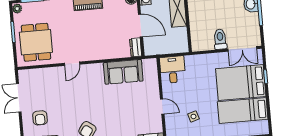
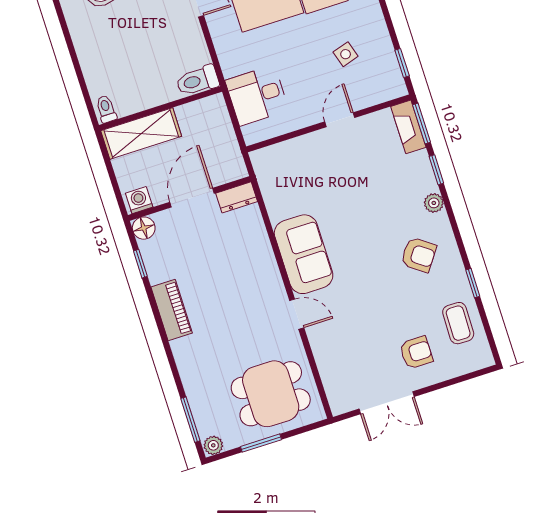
toilet: (220, 39) -> (197, 81), moved
desk: (173, 70) -> (257, 95), moved
sofa: (123, 72) -> (304, 254), moved

